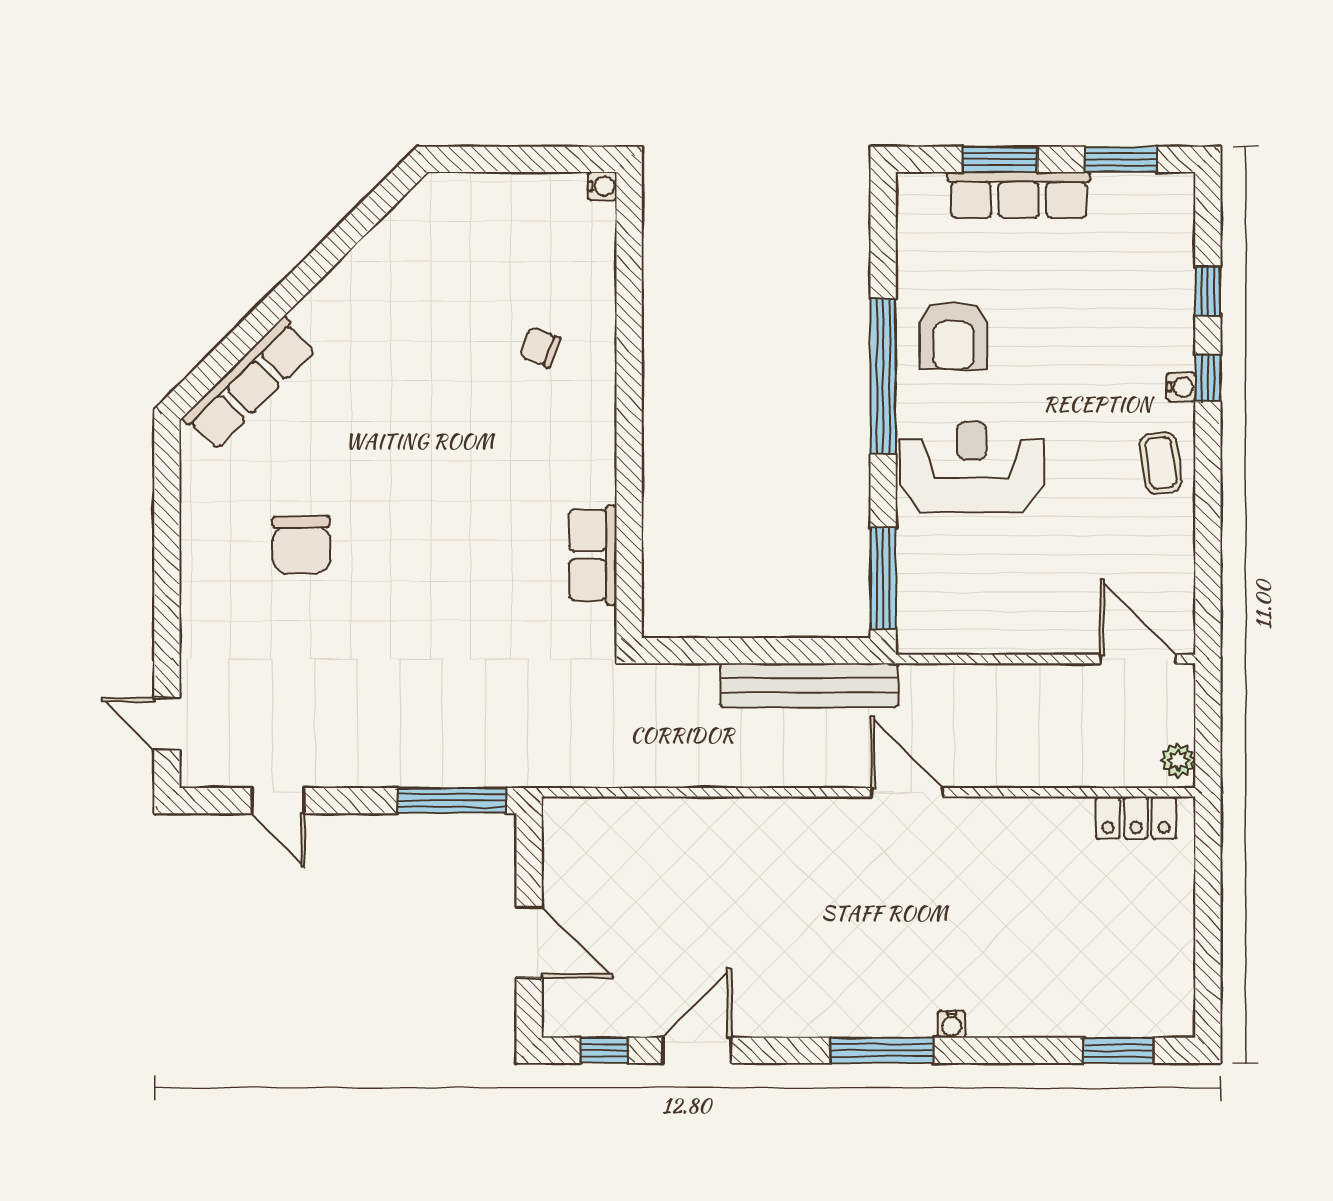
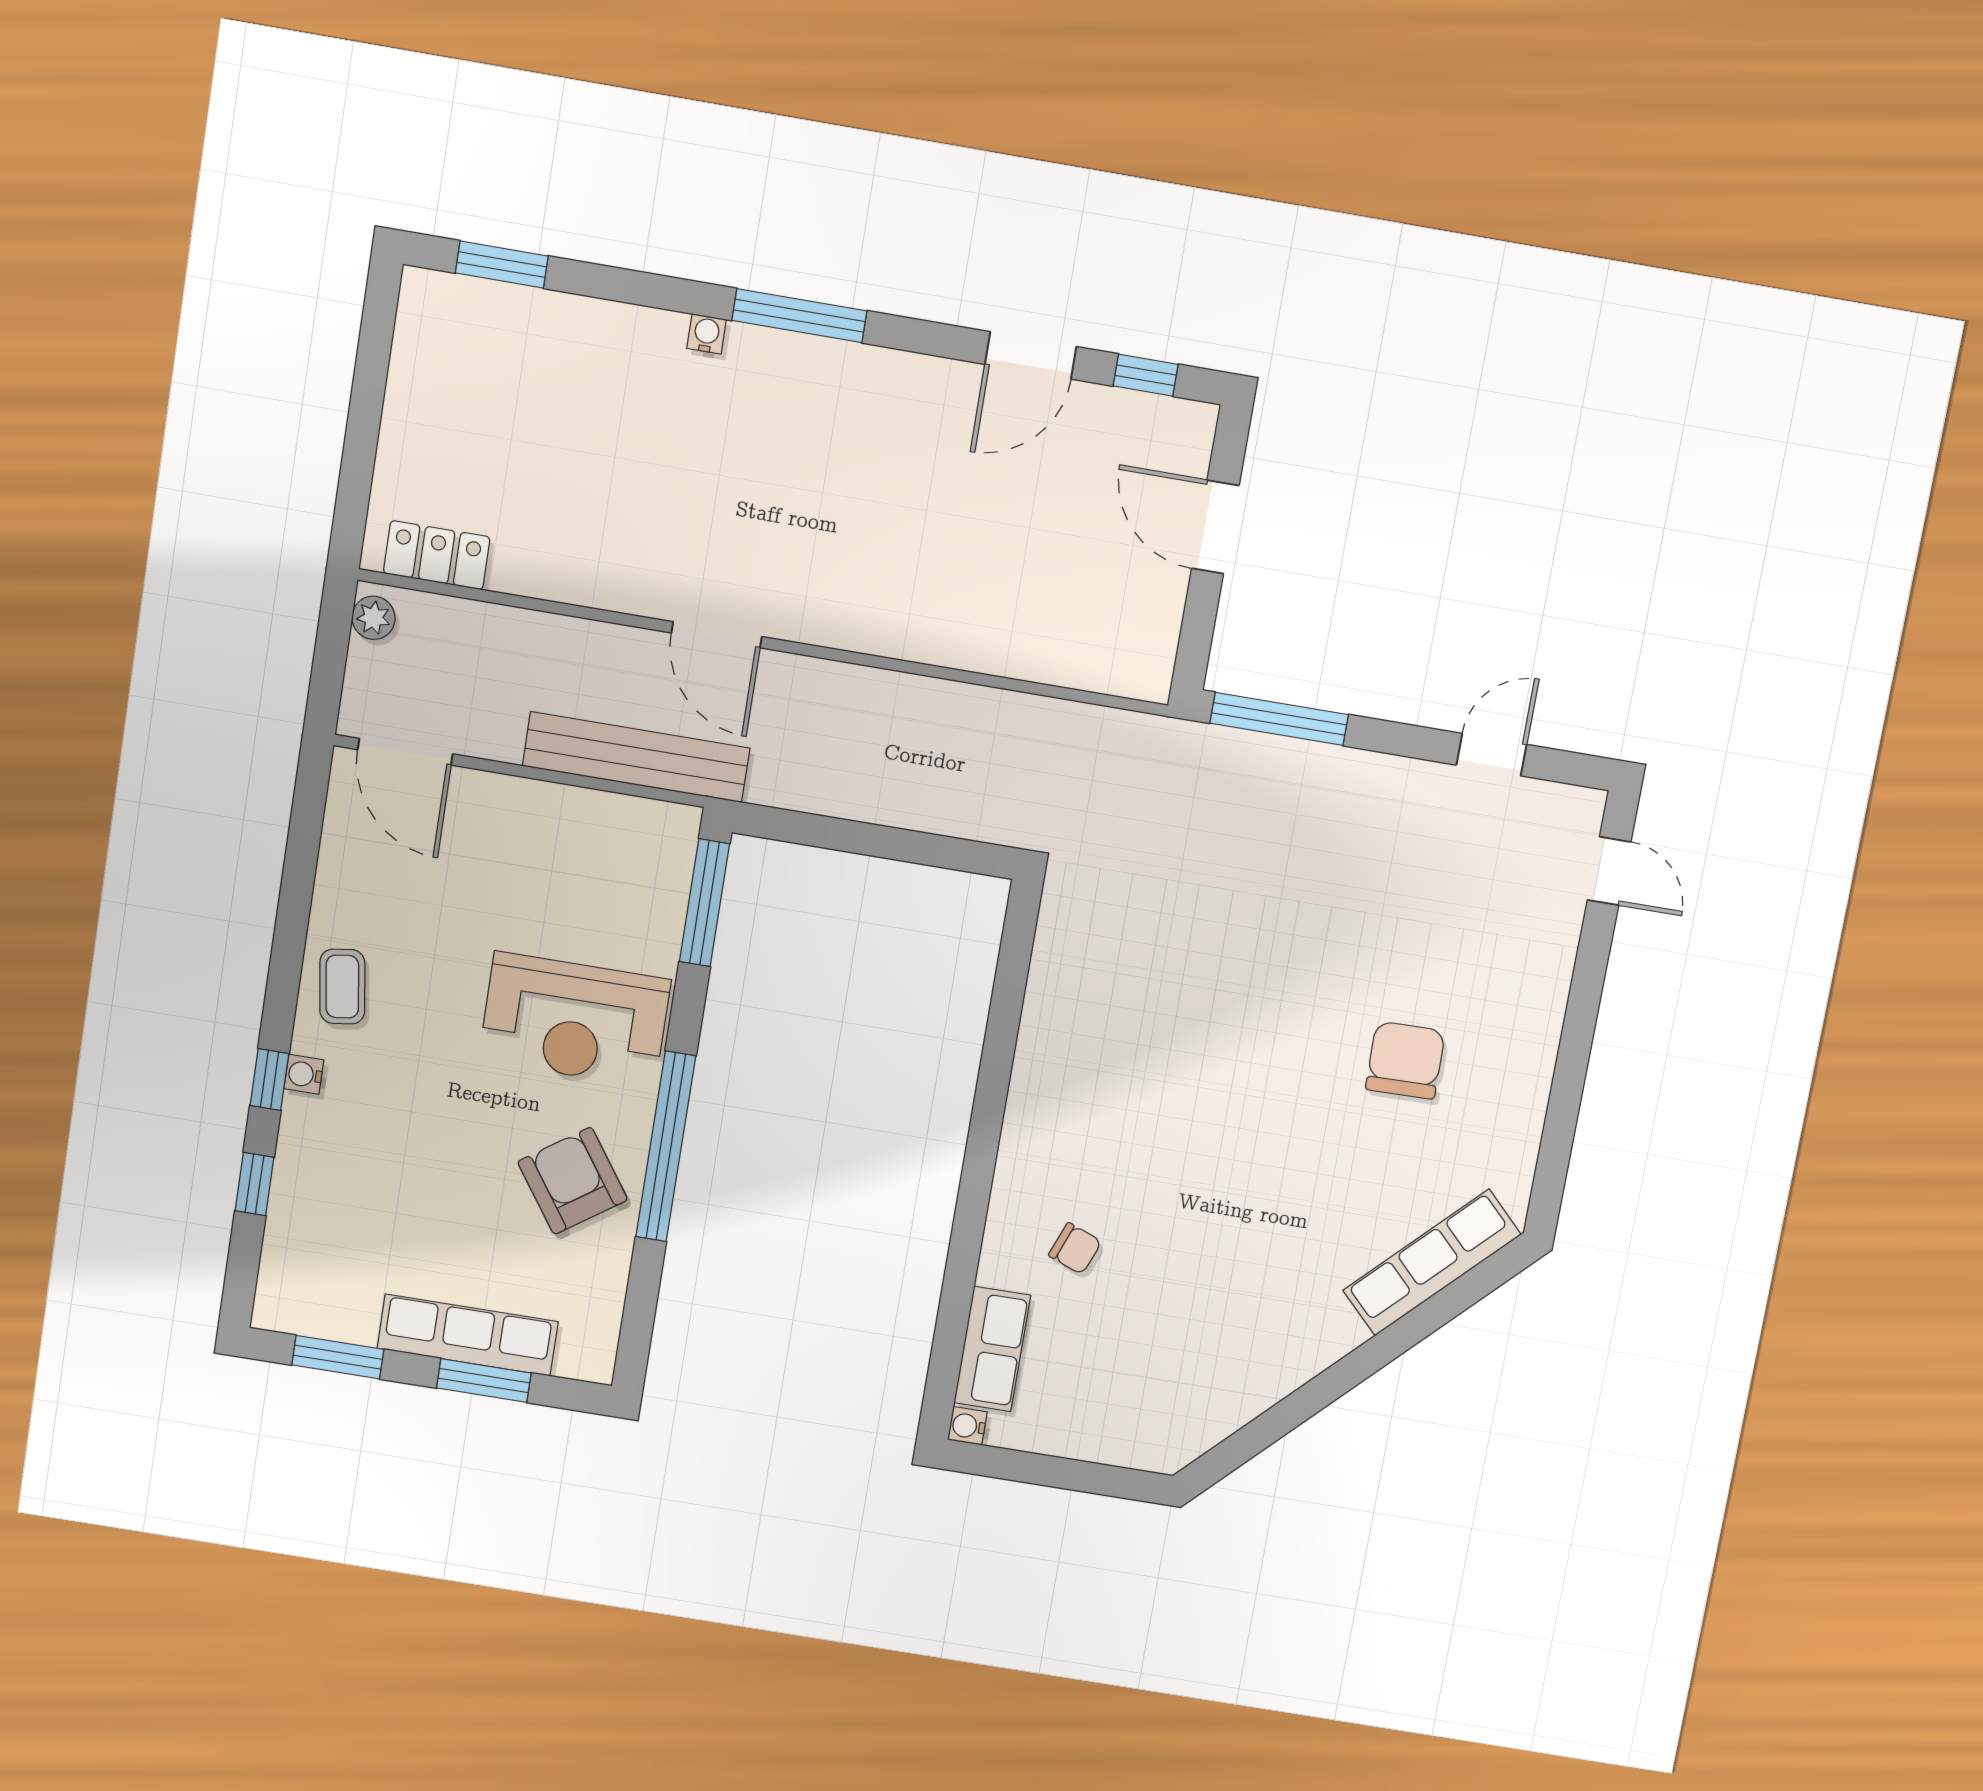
armchair: (953, 336) -> (573, 1181), turned -35
row of seats: (593, 555) -> (992, 1349), moved
bench: (809, 685) -> (636, 757), moved
door: (278, 801) -> (1491, 755), hinge flipped

